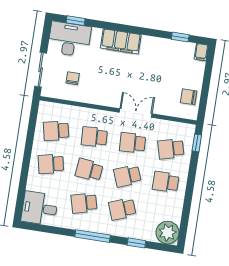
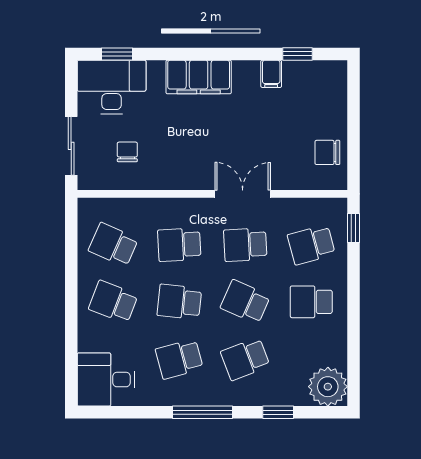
filing cabinet: (201, 52) -> (271, 74), moved
school desk: (56, 131) -> (113, 245), turned 36
school desk: (51, 164) -> (113, 302), turned 33
school desk: (127, 176) -> (245, 302), turned 45

